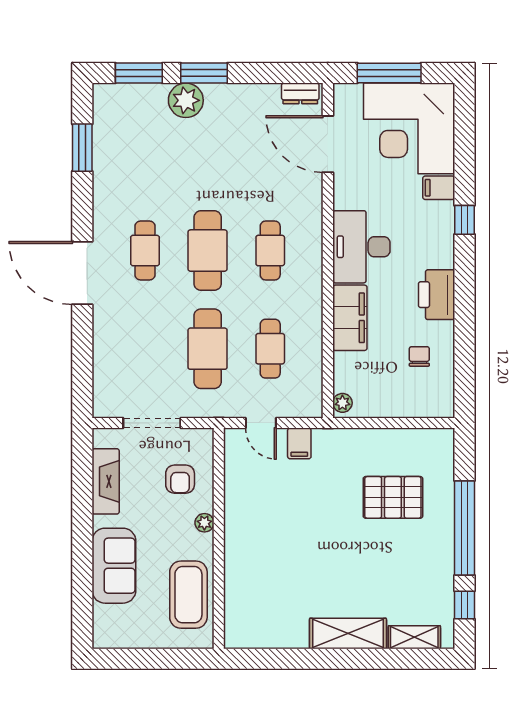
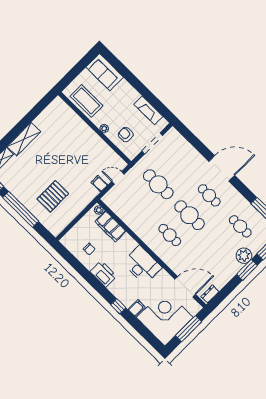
filing cabinet: (350, 318) -> (110, 226), moved
cafe table: (270, 349) -> (240, 226), moved
sofa: (114, 566) -> (105, 72), moved

